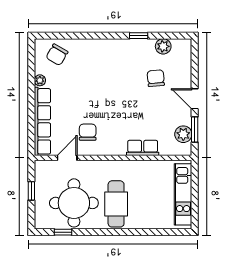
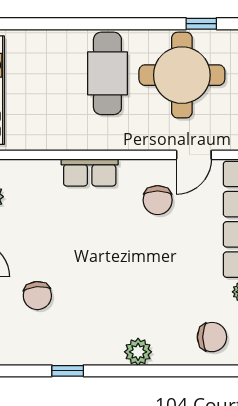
plant: (163, 46) -> (138, 352), moved
chair: (57, 55) -> (212, 337), turned 60
row of seats: (143, 148) -> (90, 172), moved

